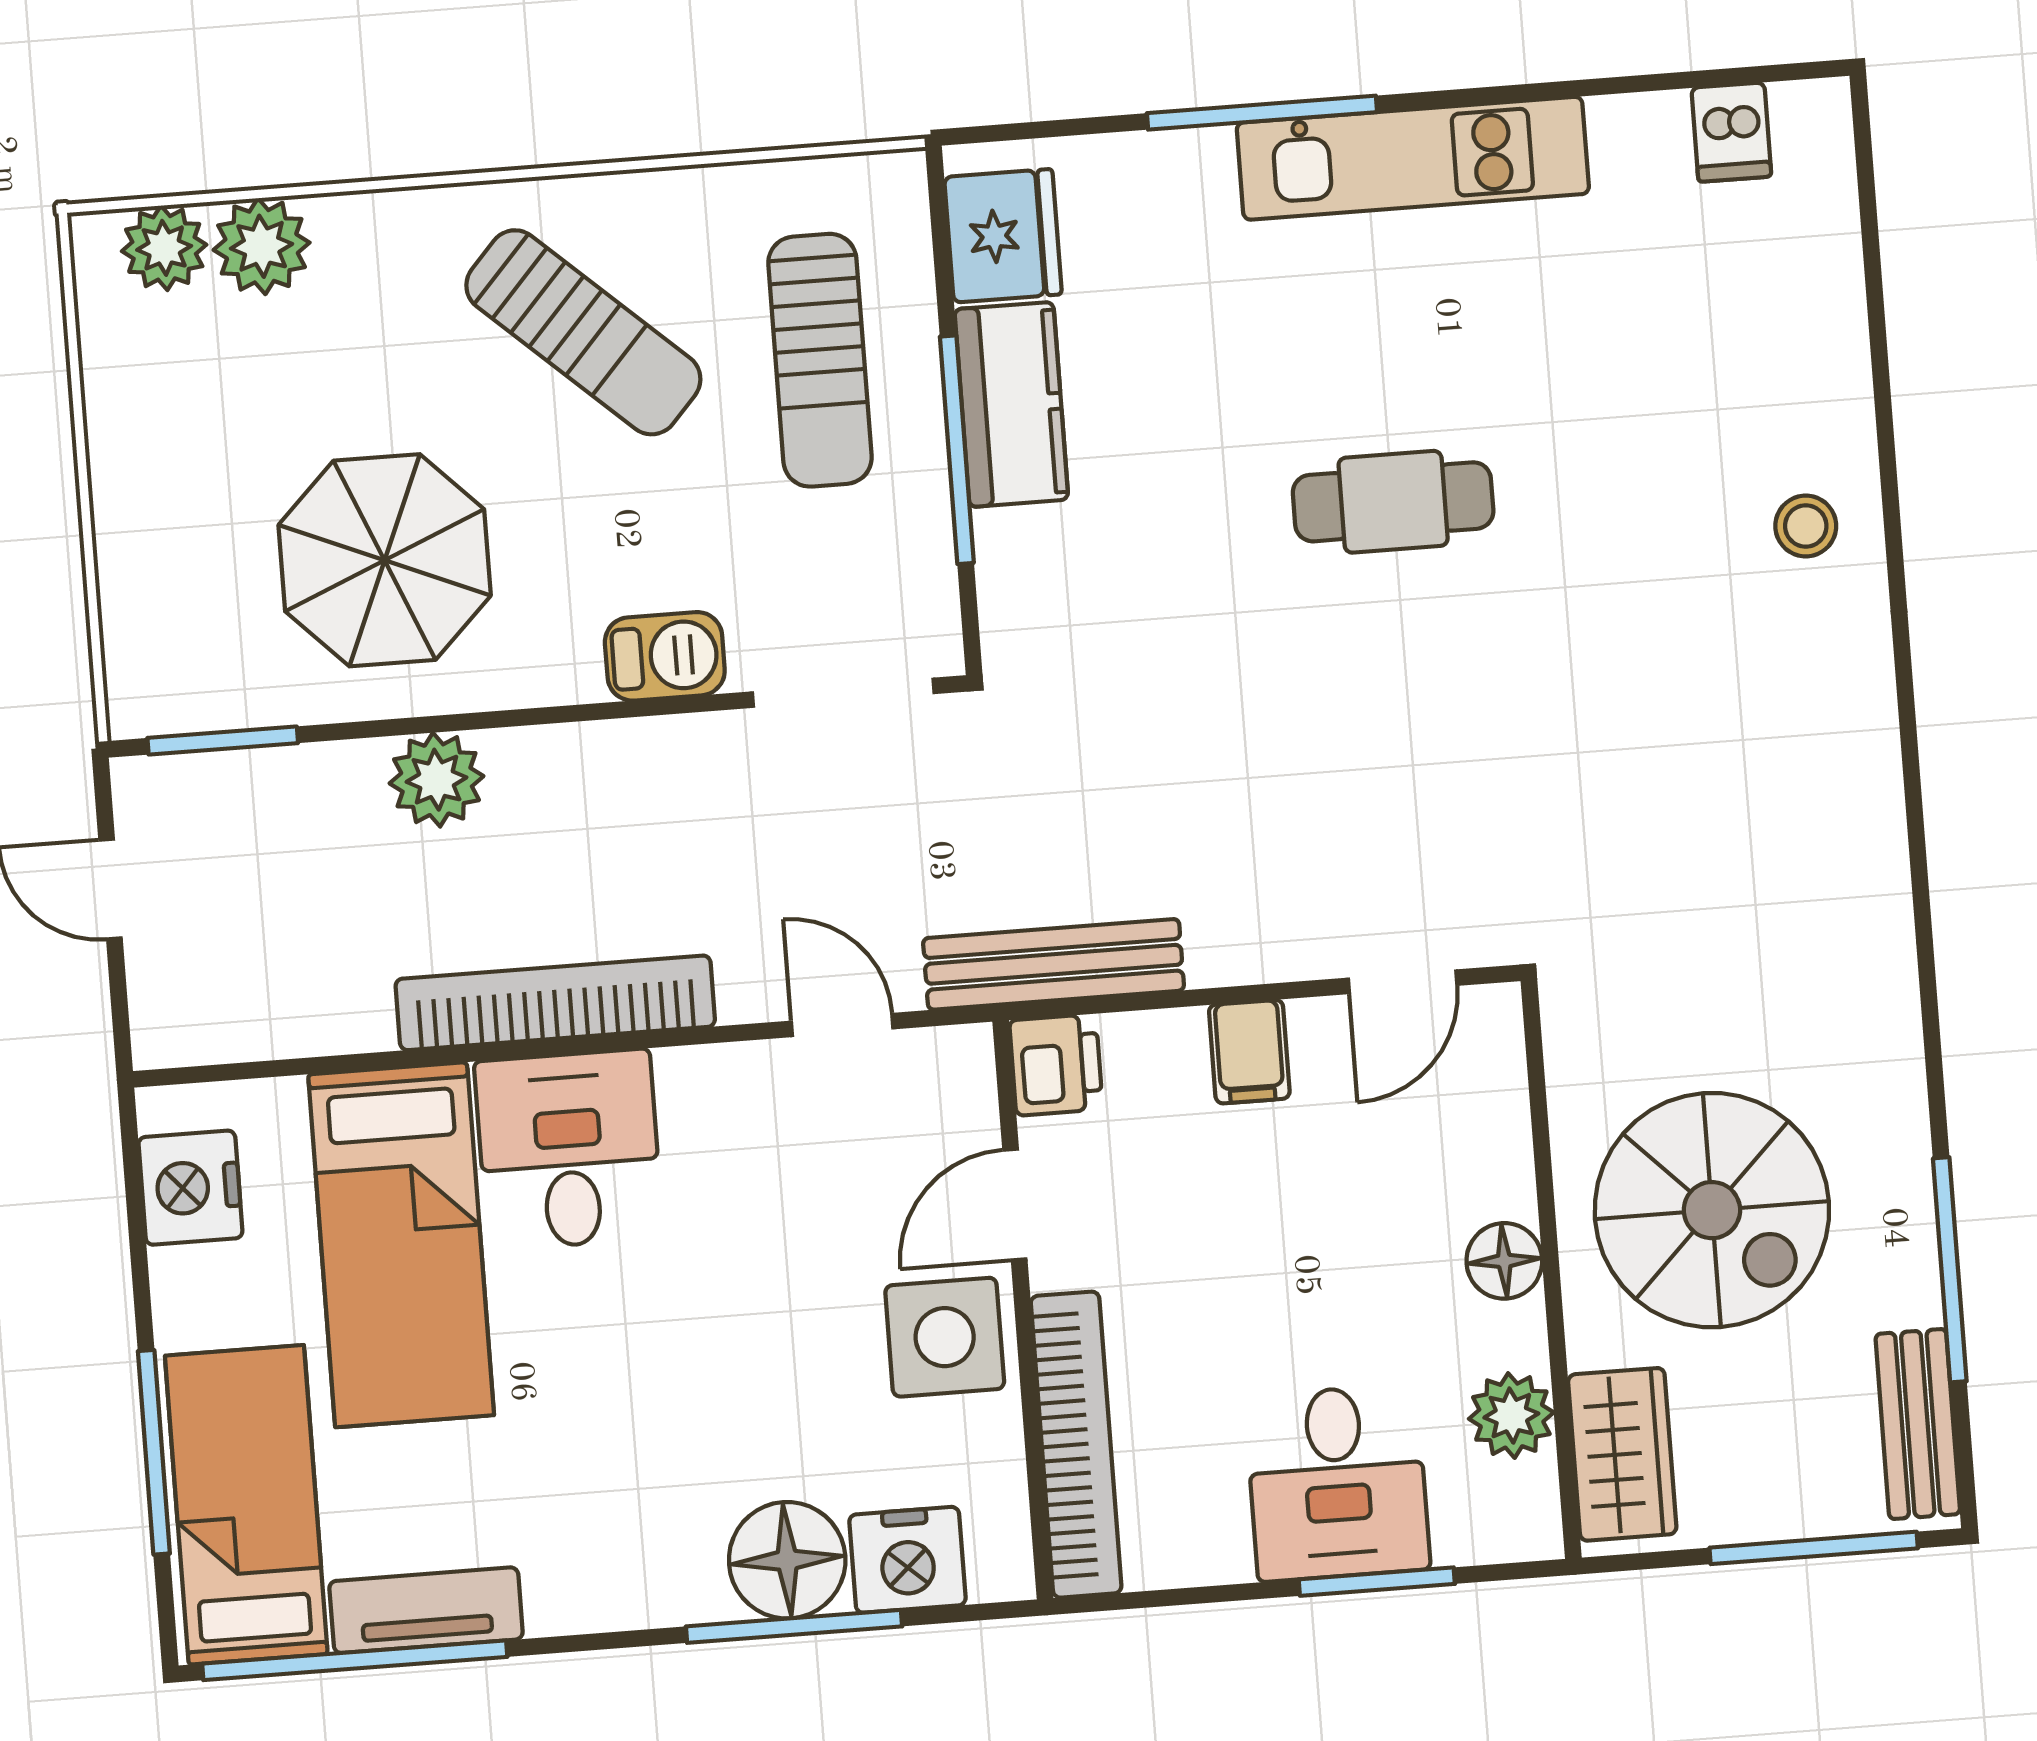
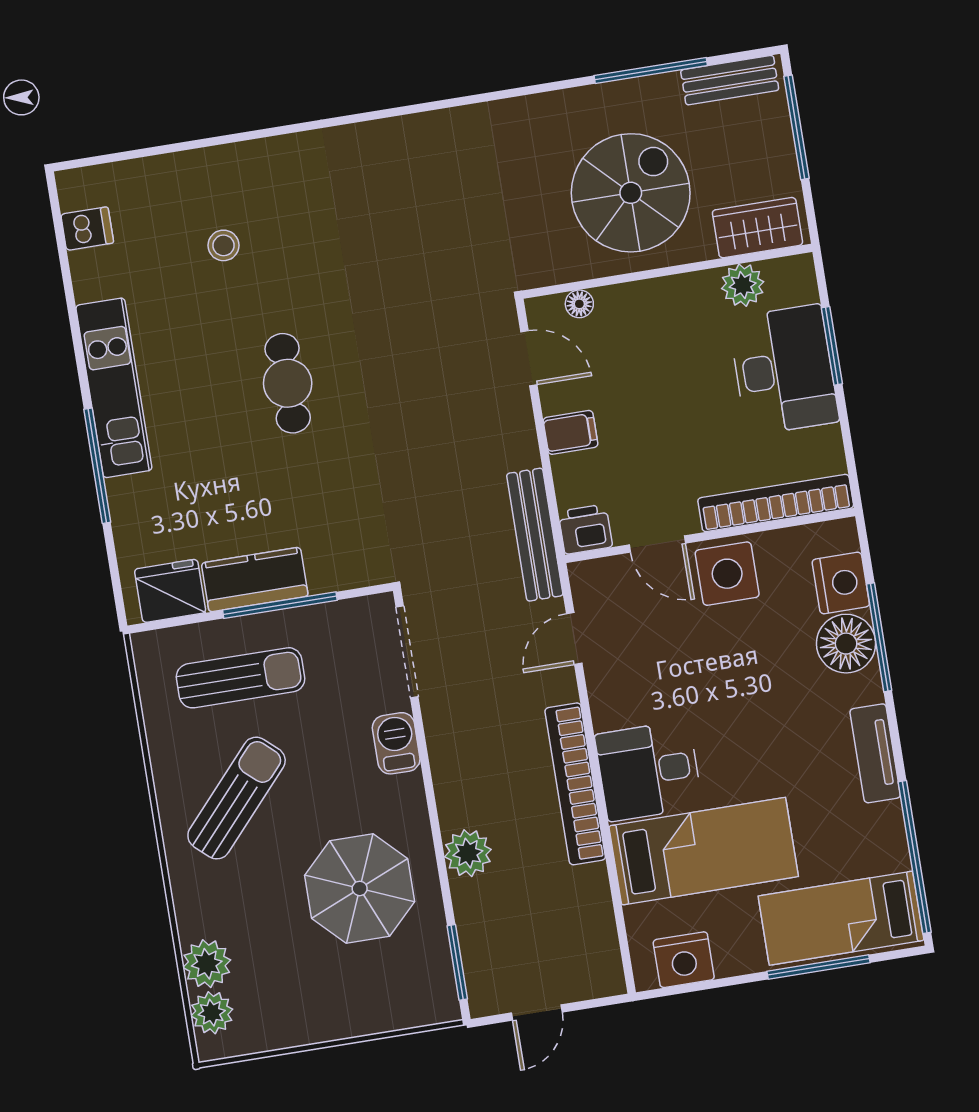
stool: (1806, 526) -> (223, 245), moved
floor lamp: (1504, 1261) -> (579, 304), moved, width x0.73, depth x0.73
desk: (1337, 1483) -> (784, 370), width x1.37
tv unit: (426, 1610) -> (875, 753), moved

